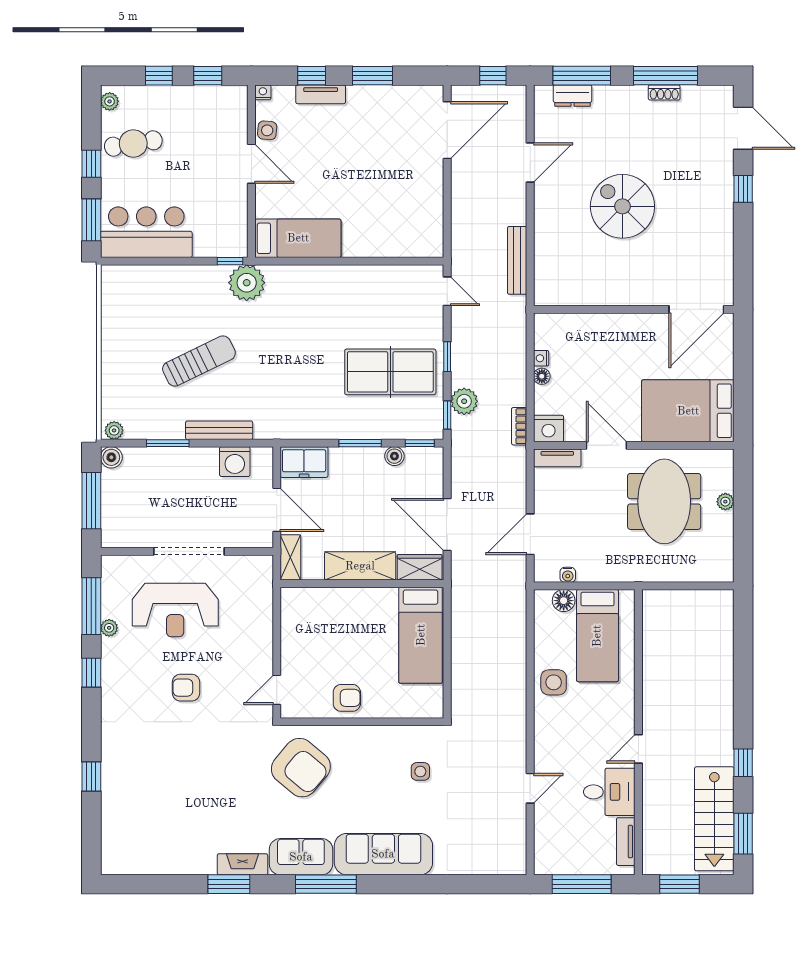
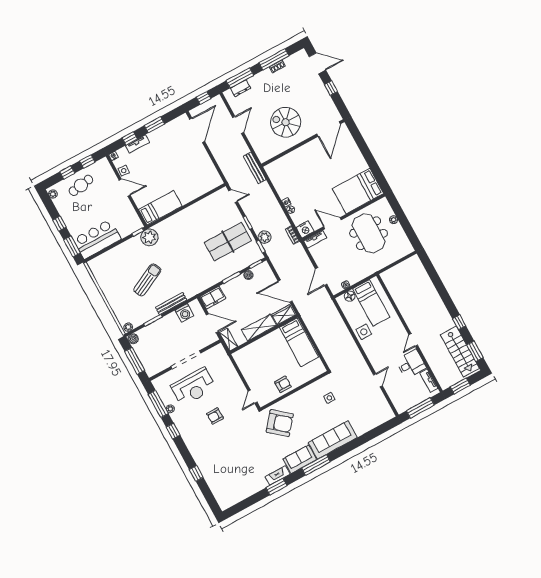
cafe table: (133, 143) -> (81, 185), moved
wall: (634, 309) -> (303, 143), moved
door: (696, 309) -> (329, 129), moved

